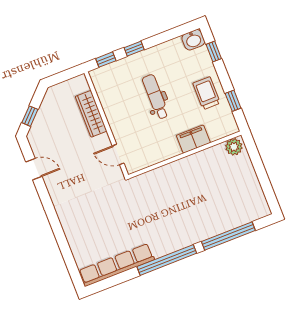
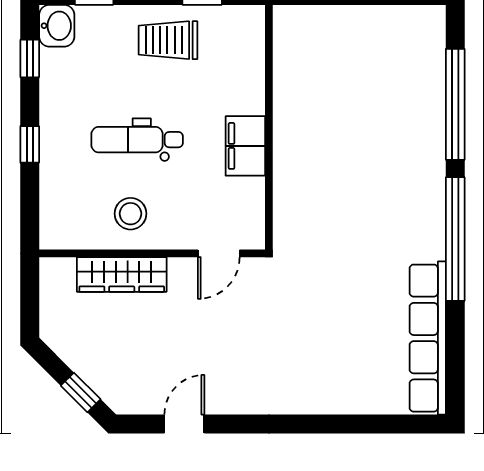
window: (106, 60) -> (30, 58), moved
stool: (120, 107) -> (130, 214), added
filing cabinet: (193, 139) -> (245, 146), moved
plant: (234, 147) -> (290, 28), removed

